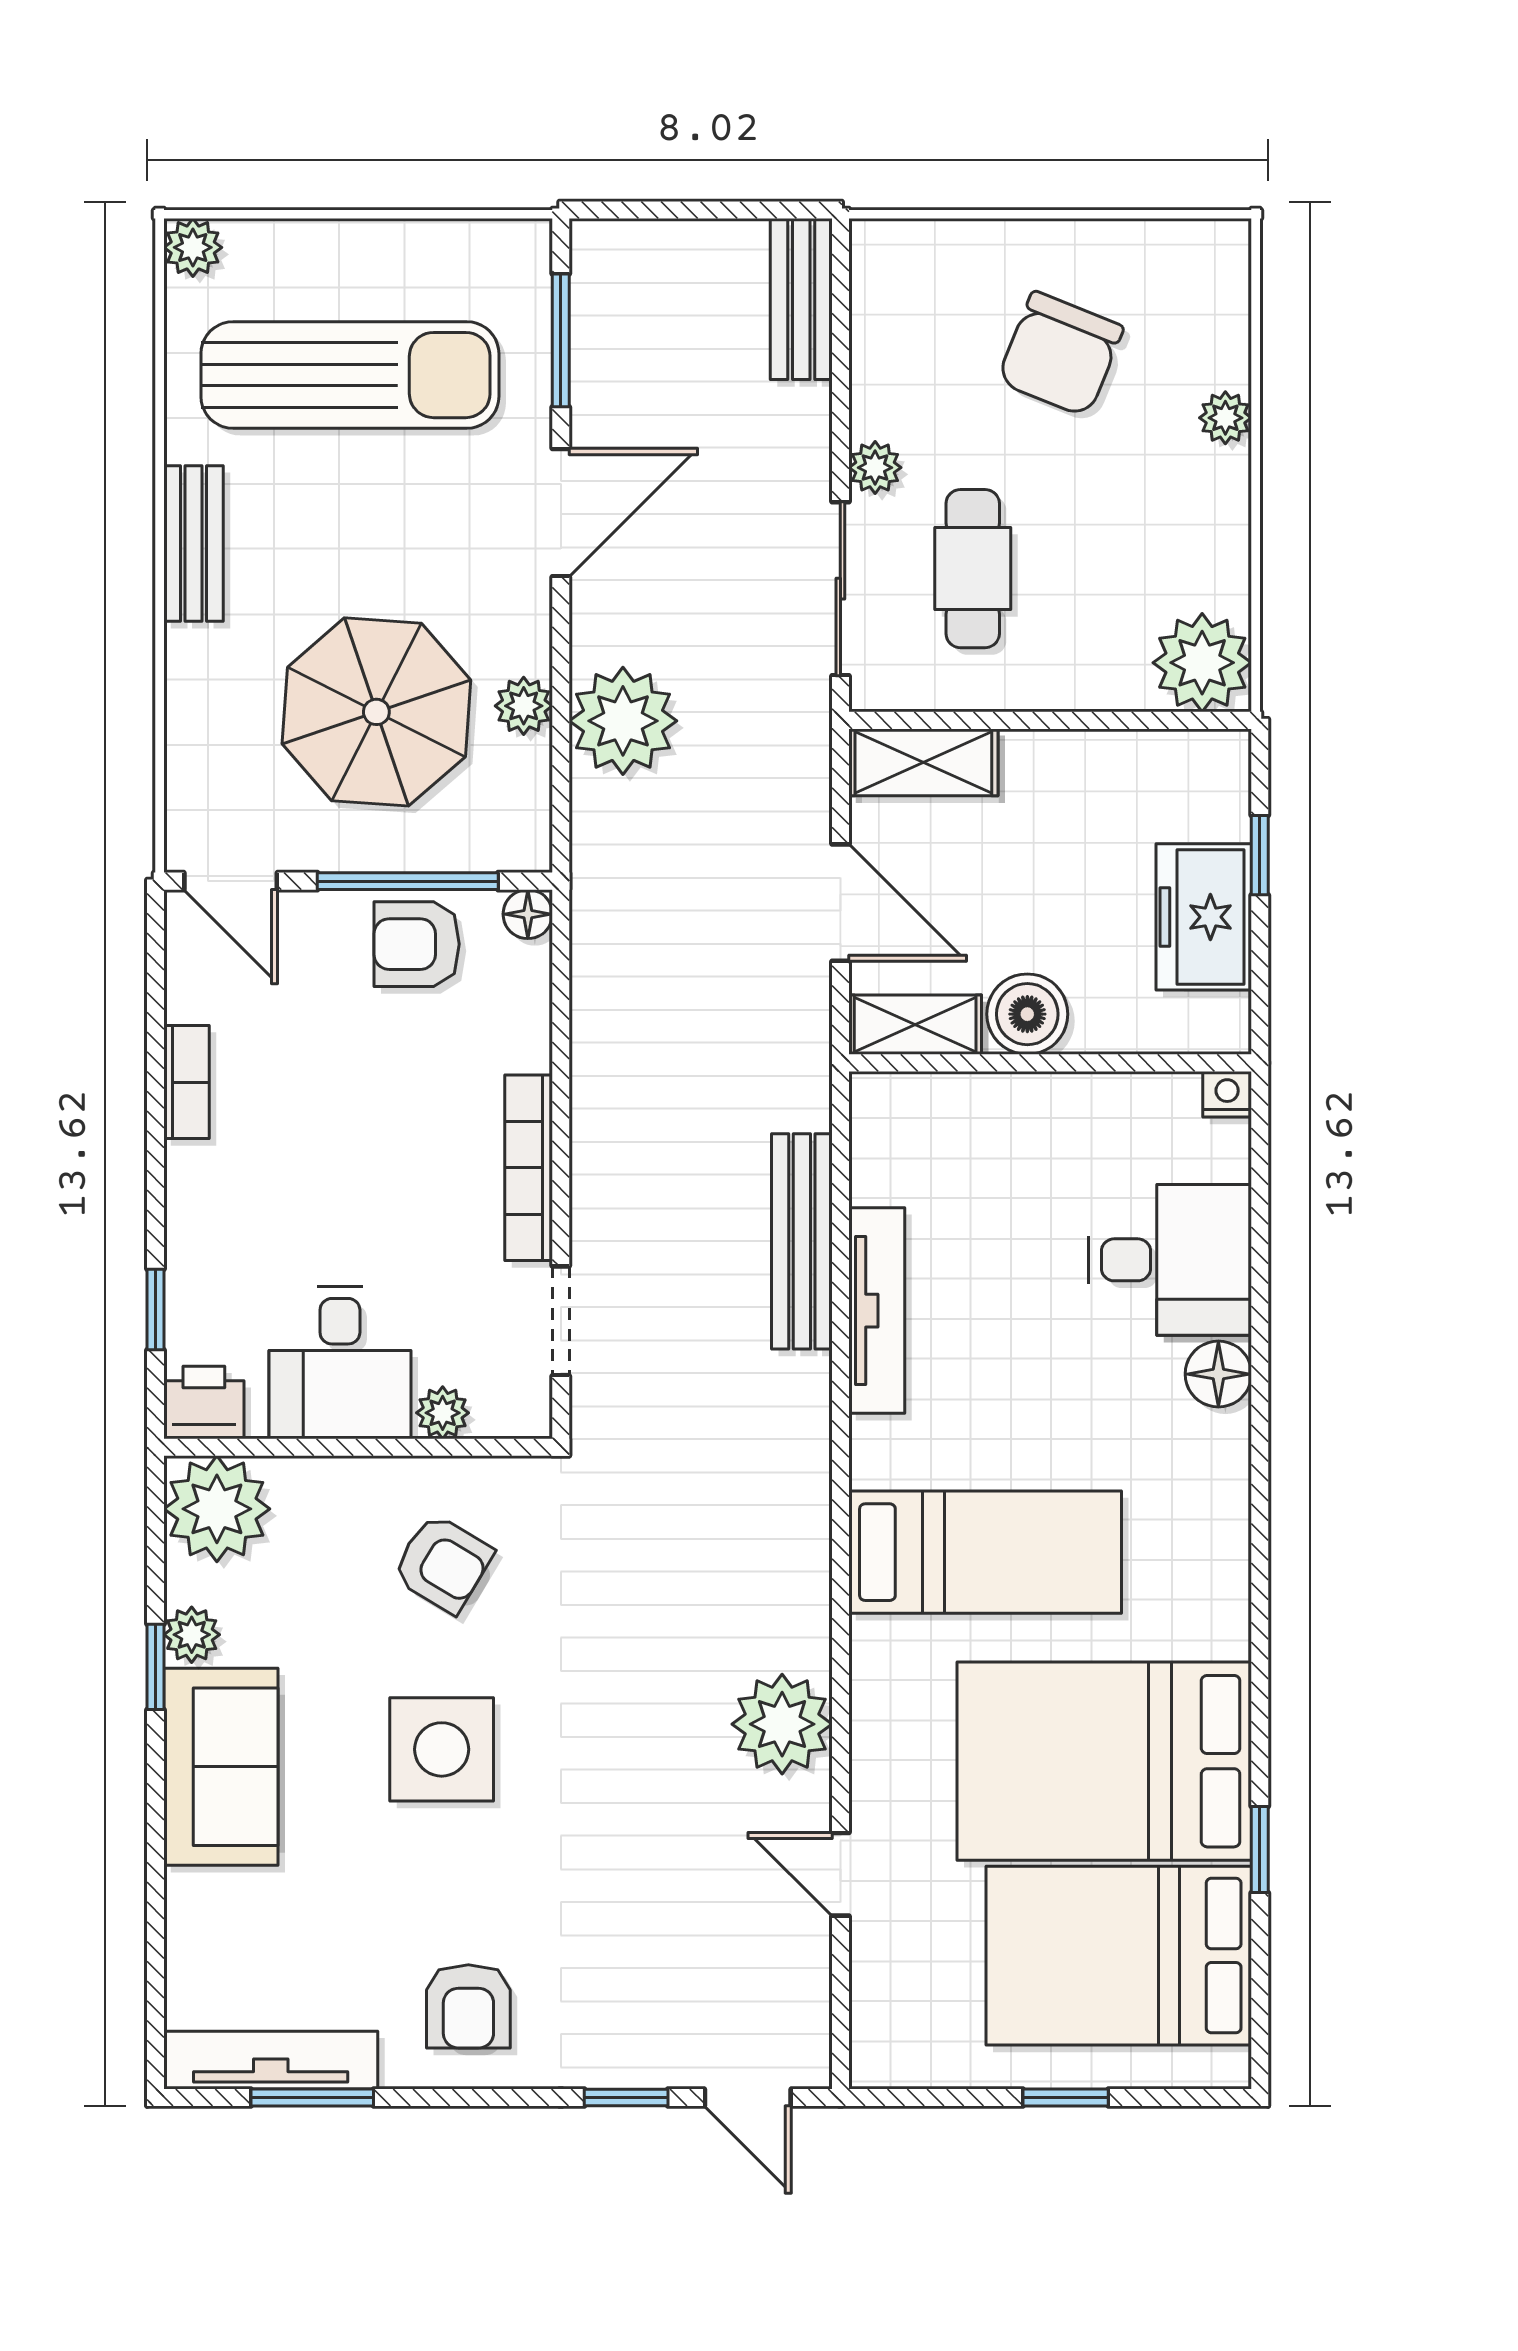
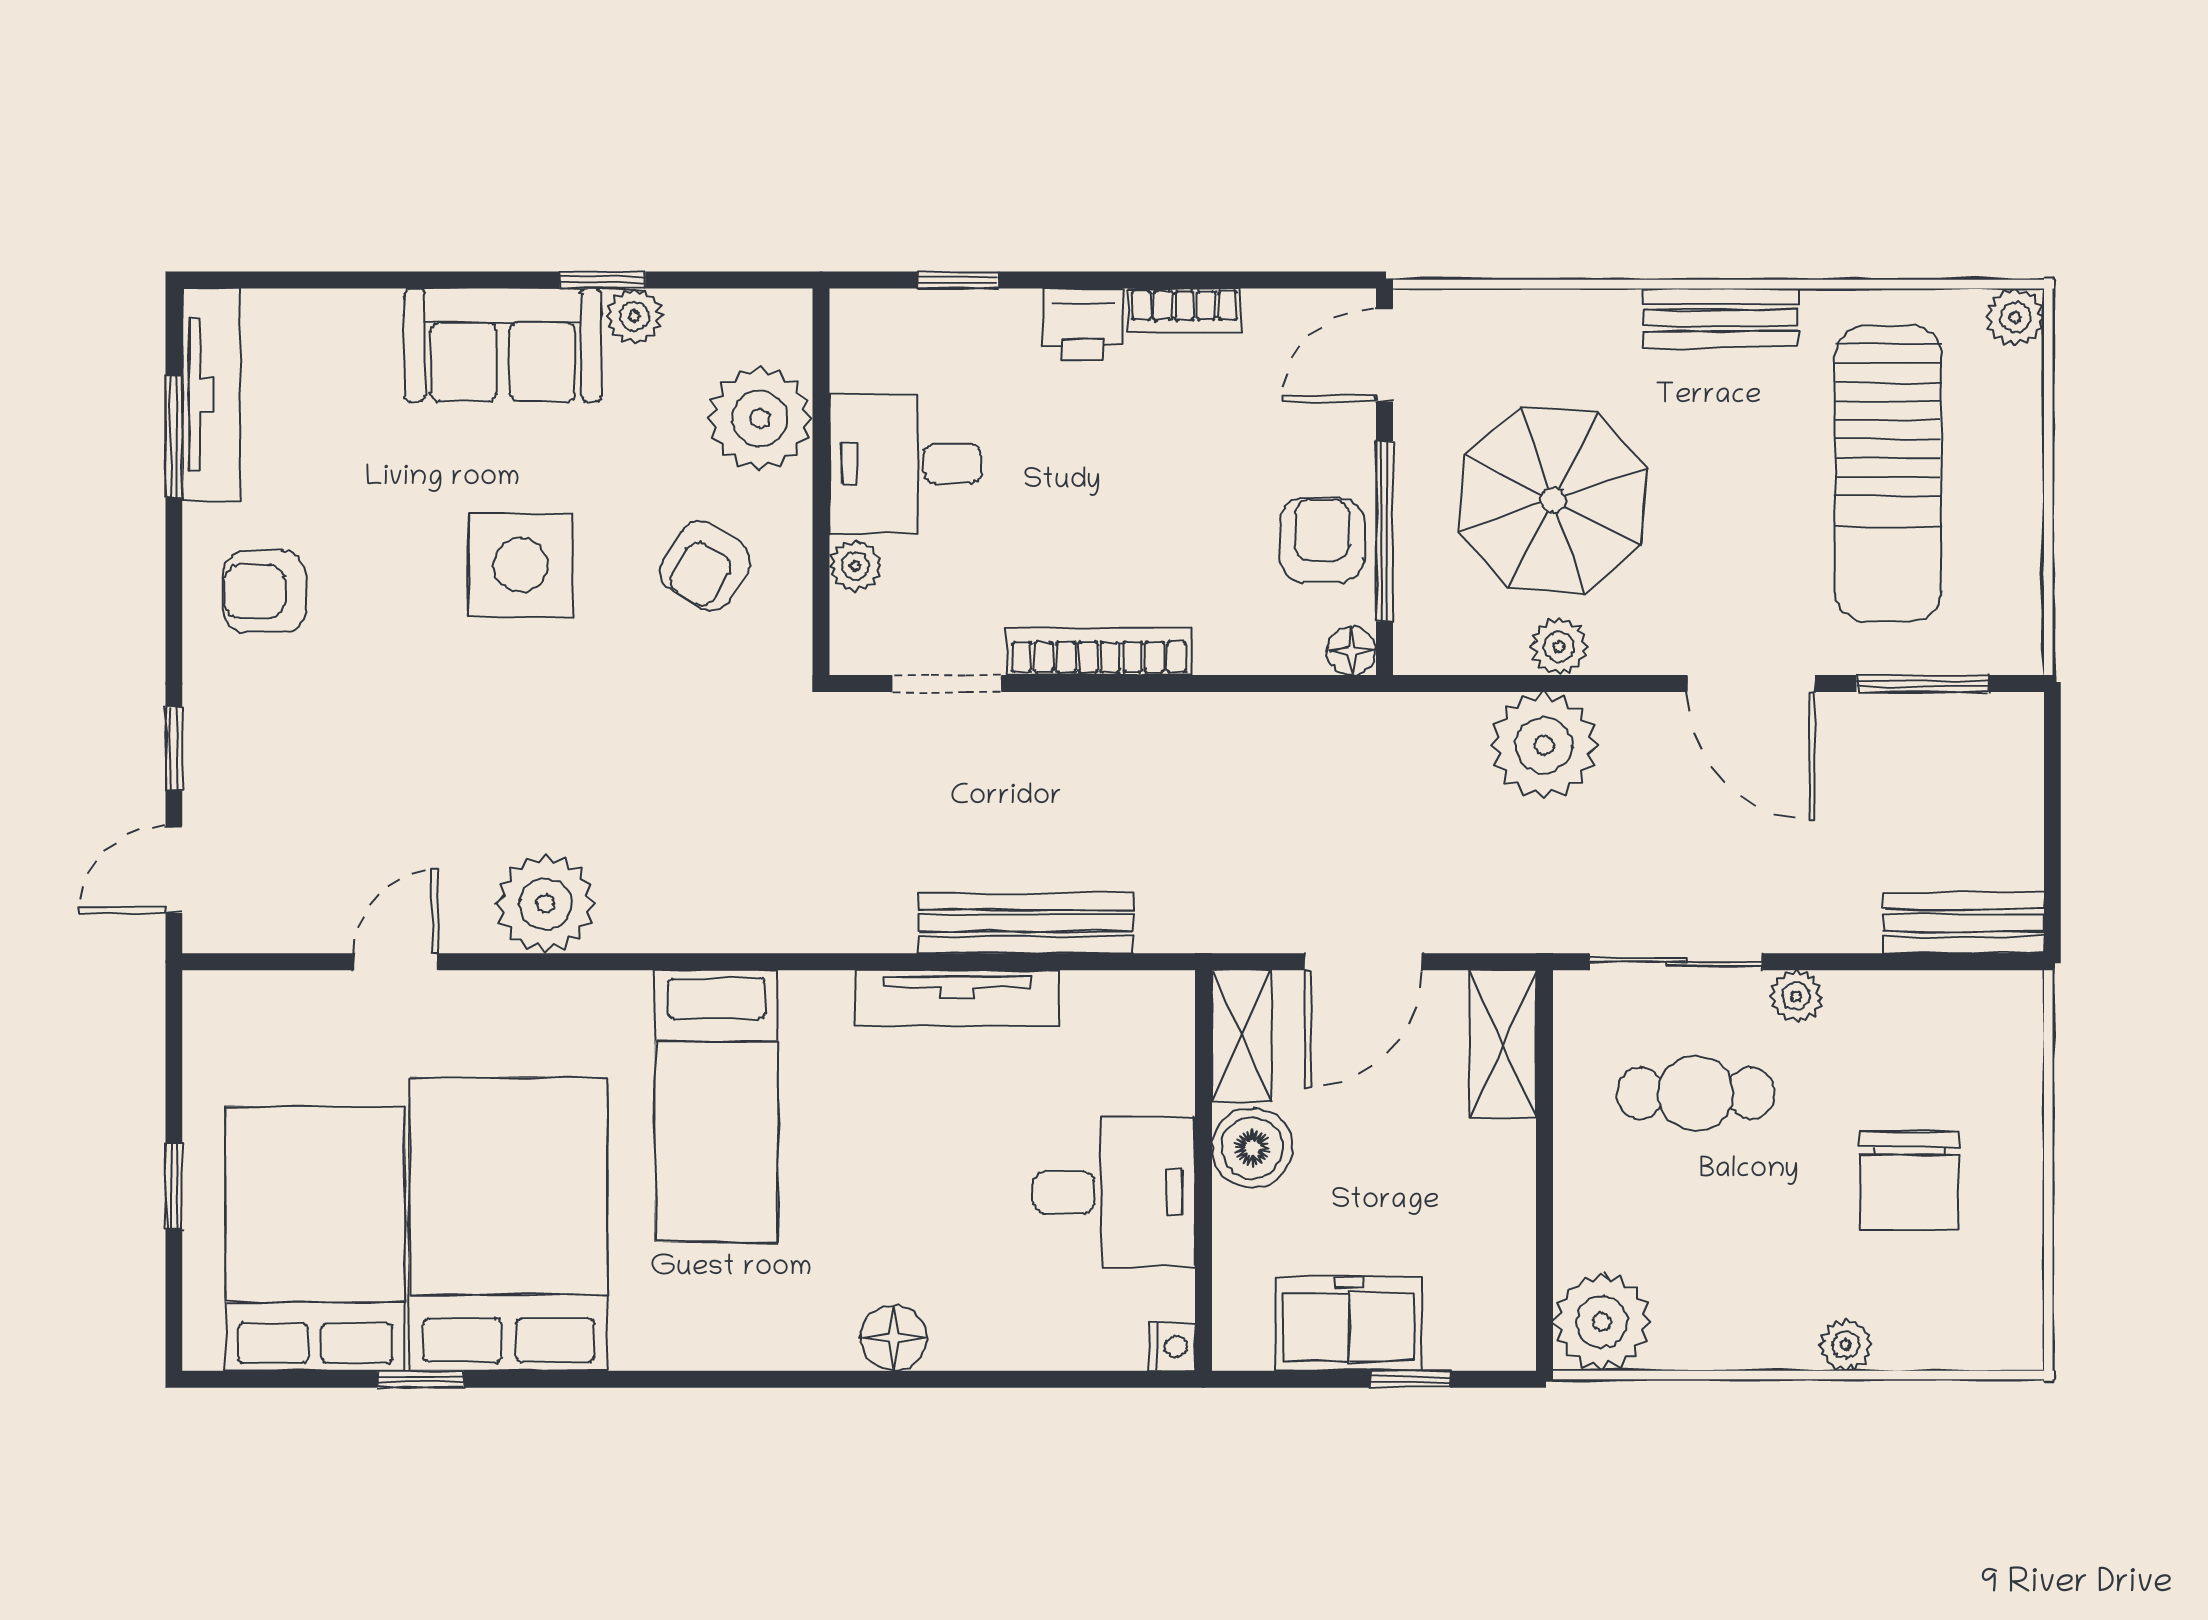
chair: (1060, 354) -> (1909, 1181), turned -112
desk: (1170, 1260) -> (1114, 1192), moved, turned -90
printer: (204, 1403) -> (1083, 325), moved, turned 90
plant: (217, 1509) -> (760, 419), moved

